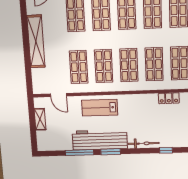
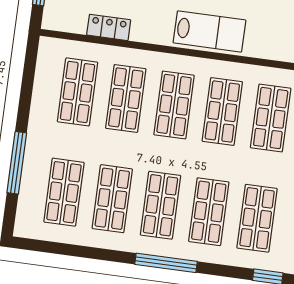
lab bench: (100, 108) -> (209, 31), moved

